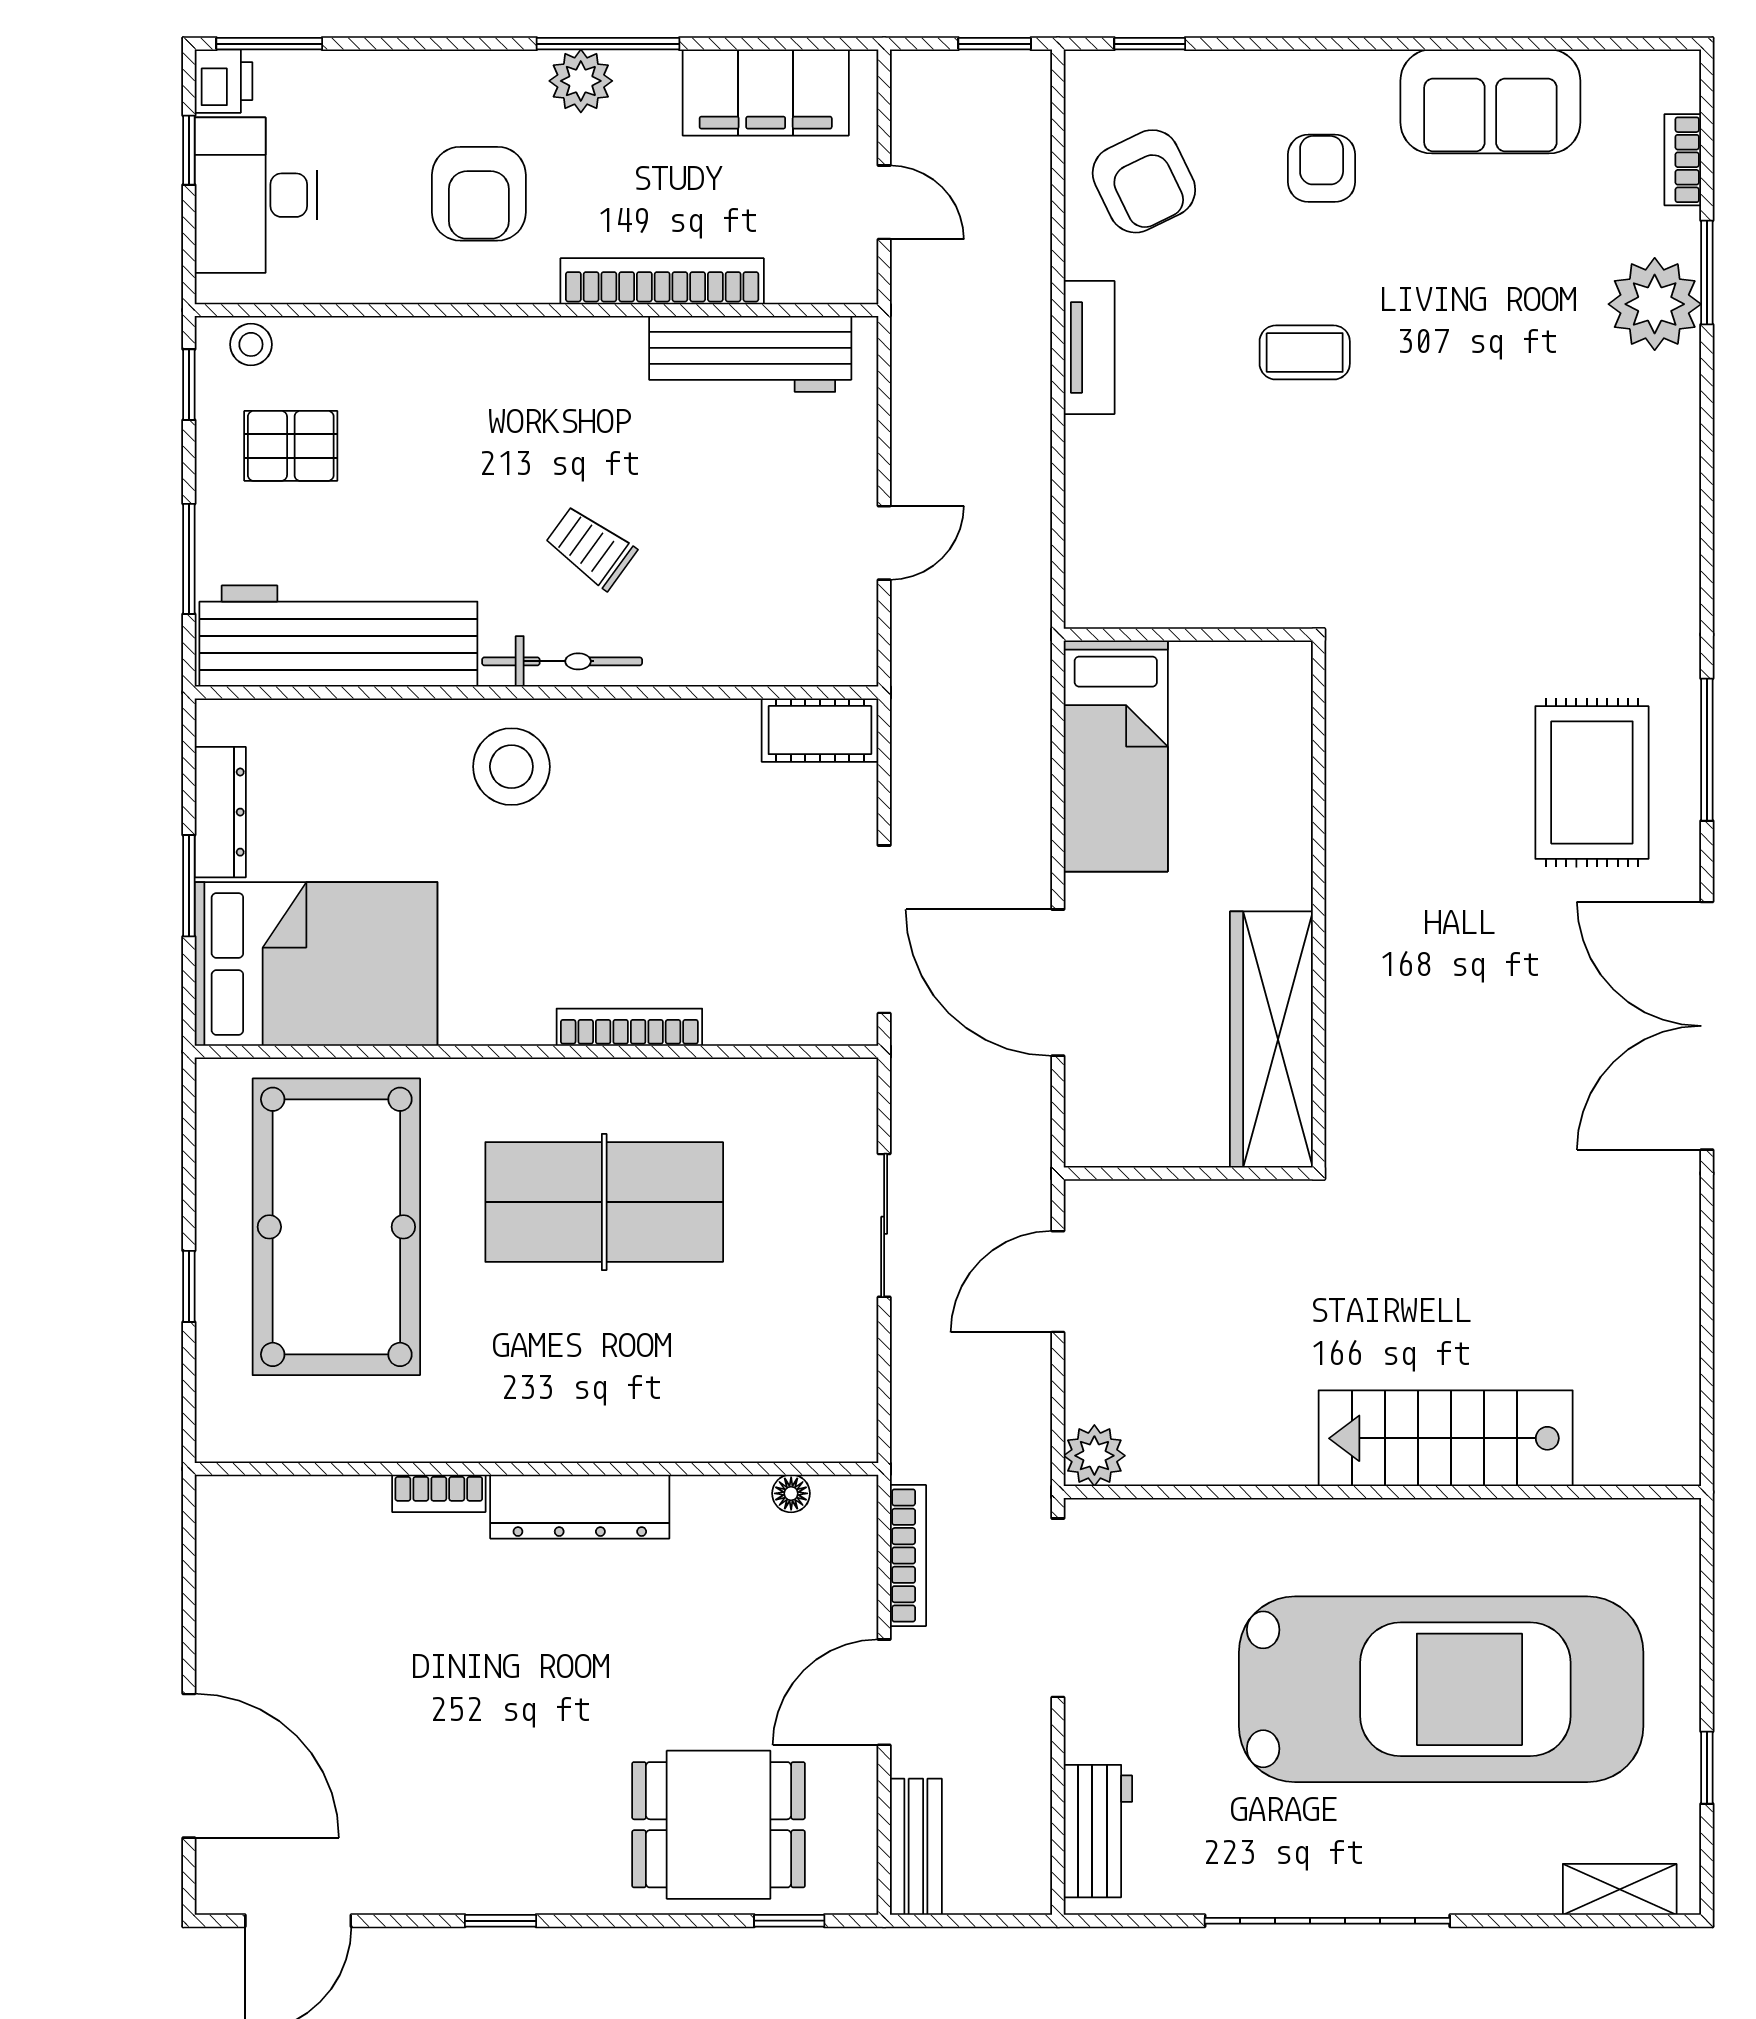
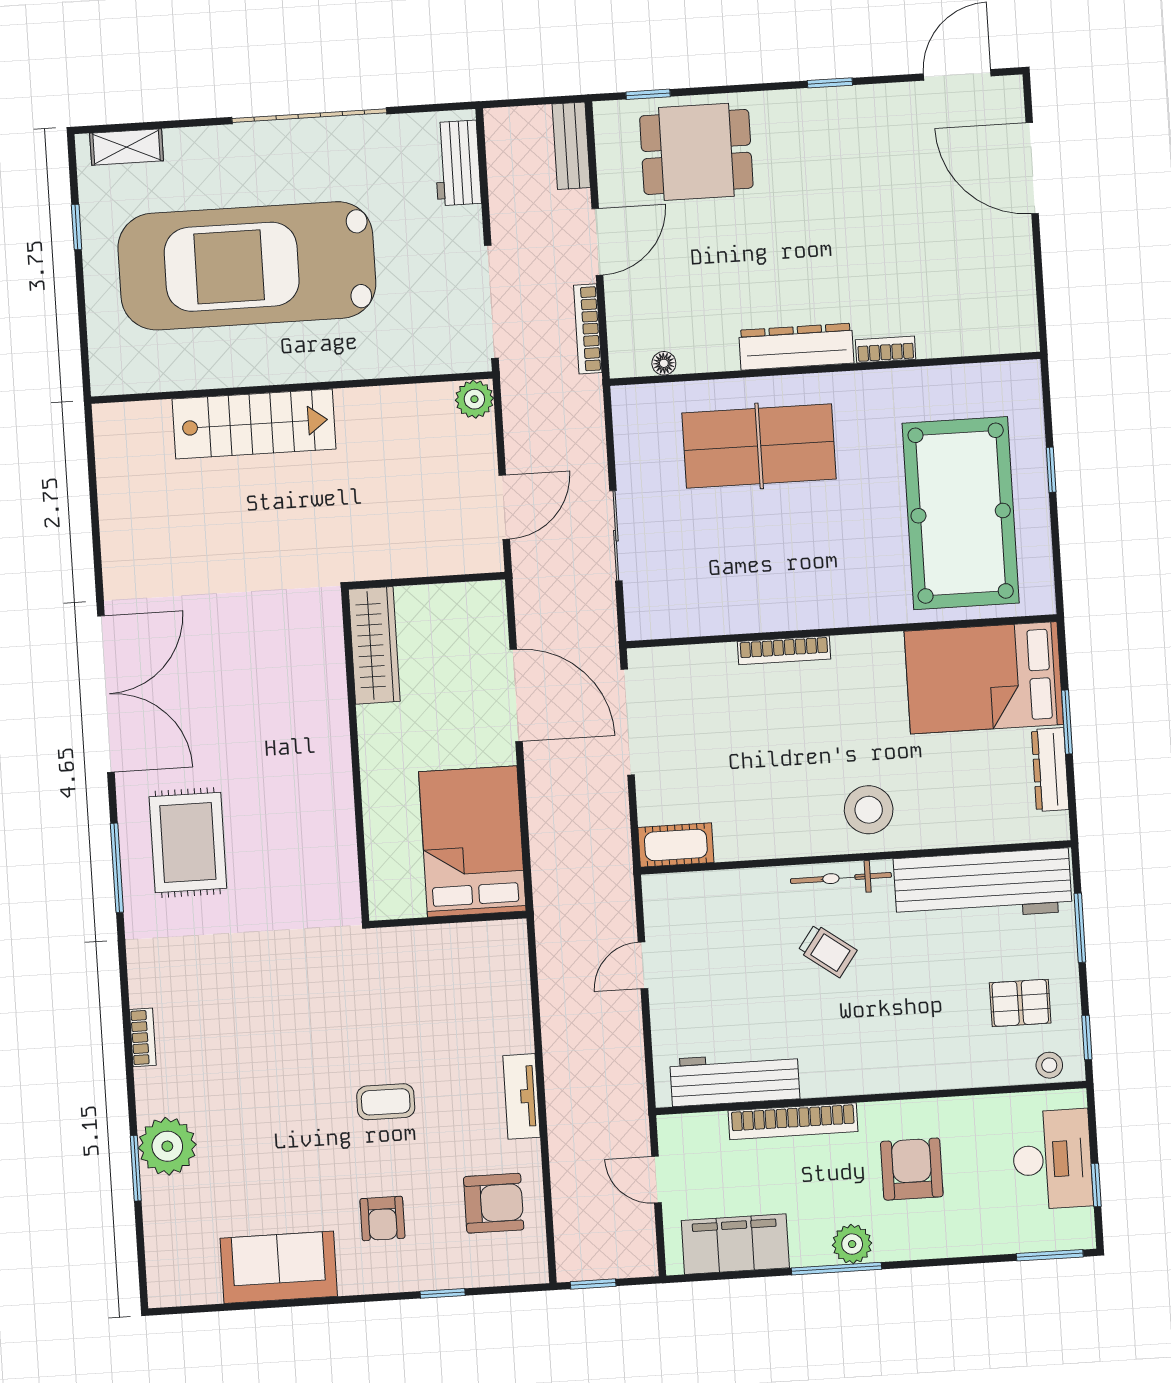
window: (1150, 44) -> (443, 1293), moved
printer: (223, 81) -> (1077, 1230), removed
bookcase: (1683, 160) -> (143, 1037), moved
armchair: (1144, 181) -> (494, 1203), turned 116
bed: (1116, 756) -> (472, 841), width x1.50
wardrobe: (1271, 1040) -> (374, 645), width x0.71, depth x0.85
table tennis table: (604, 1202) -> (759, 446), moved

